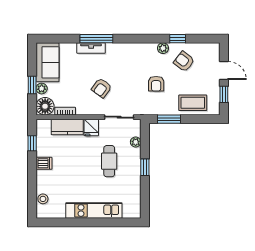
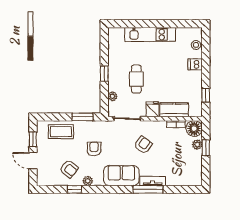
sofa: (47, 62) -> (121, 176), moved, turned 90
dishwasher: (44, 163) -> (195, 64), moved

